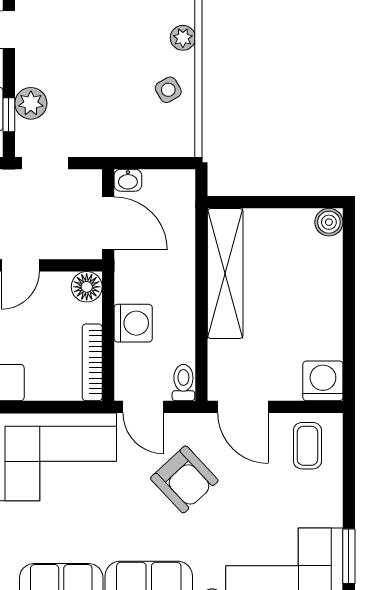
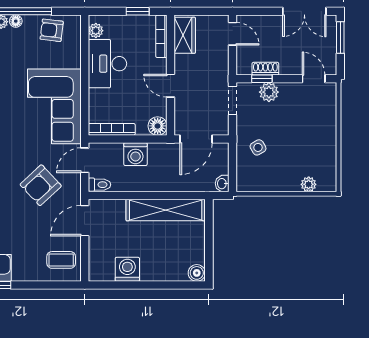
side table: (168, 90) -> (258, 147), moved
washbasin: (128, 180) -> (222, 184), moved
washing machine: (323, 381) -> (127, 269), moved, turned -90

